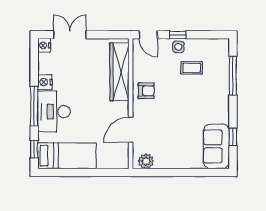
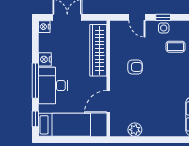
wardrobe: (119, 72) -> (98, 50), moved
wall: (131, 104) -> (108, 79), moved
door: (131, 130) -> (108, 102), moved

